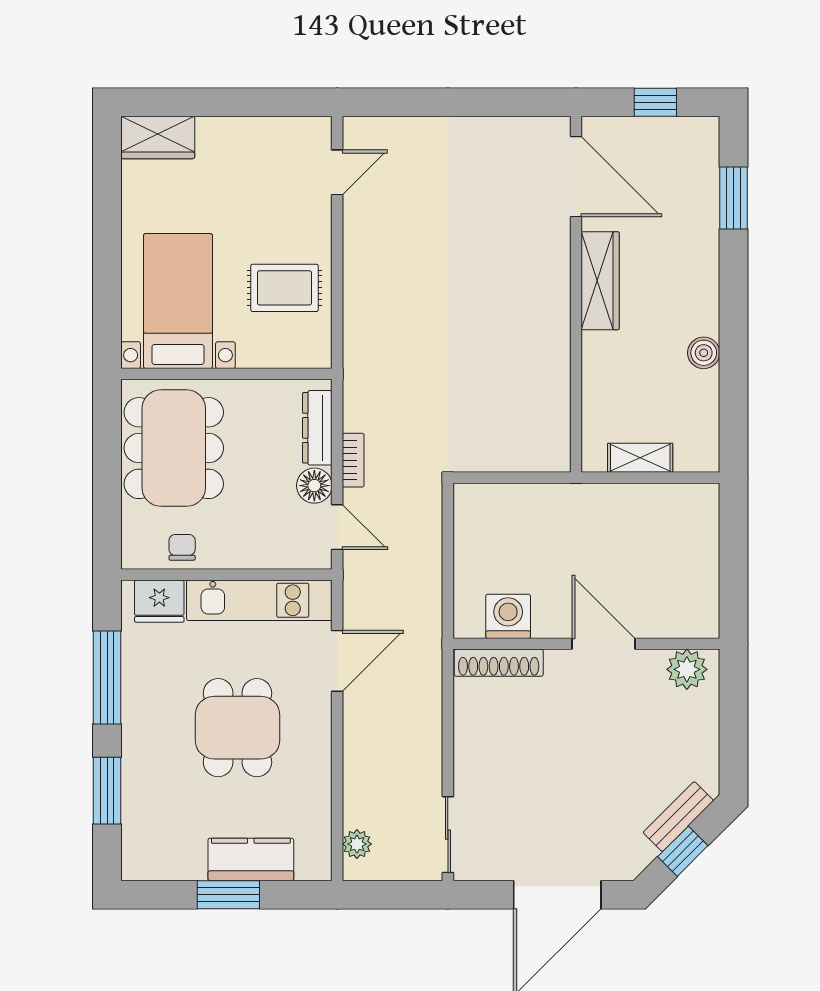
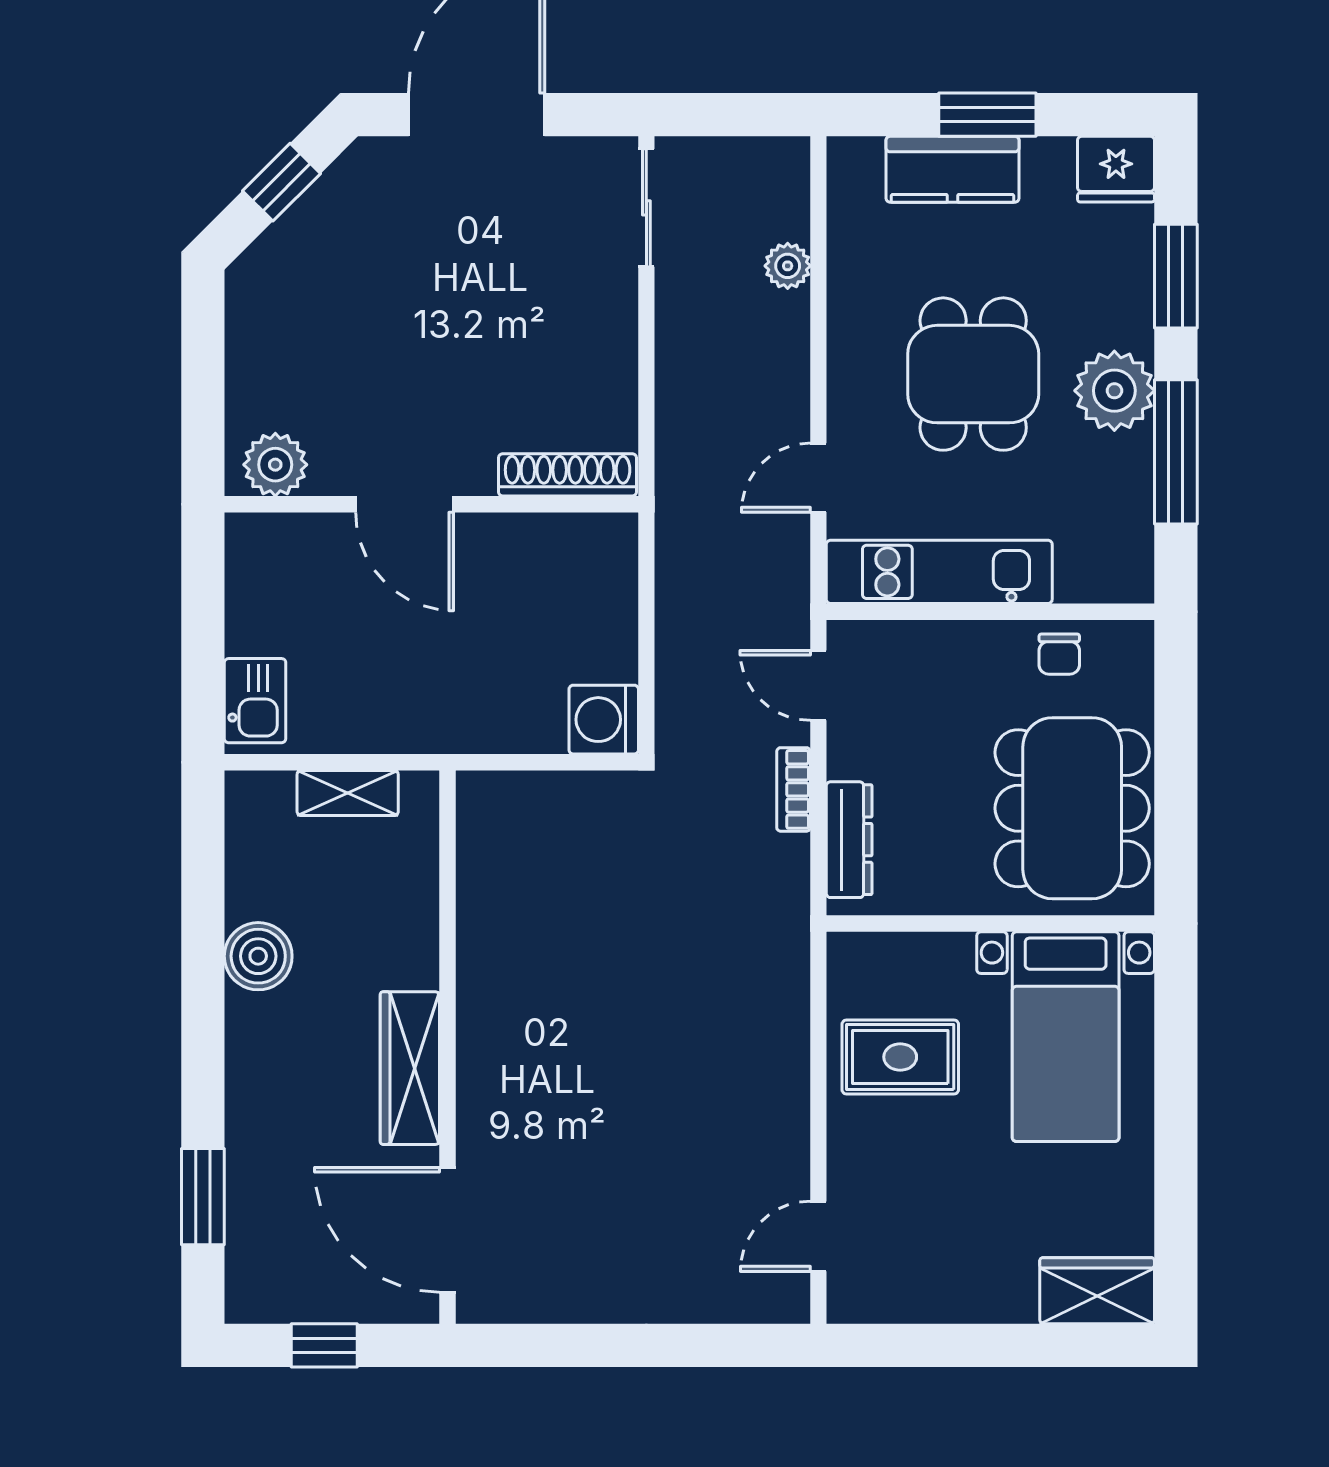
boiler: (704, 353) -> (258, 956), width x1.36, depth x1.36
floor lamp: (314, 486) -> (854, 750), removed
kitchen sink: (700, 517) -> (255, 701), added
fridge: (159, 601) -> (1116, 169), moved, turned 180
washing machine: (508, 616) -> (604, 720), moved, turned 90
door: (337, 661) -> (818, 478), width x0.73
plant: (147, 717) -> (1114, 391), added
bench: (678, 817) -> (289, 236), removed
plant: (357, 844) -> (788, 266), moved

